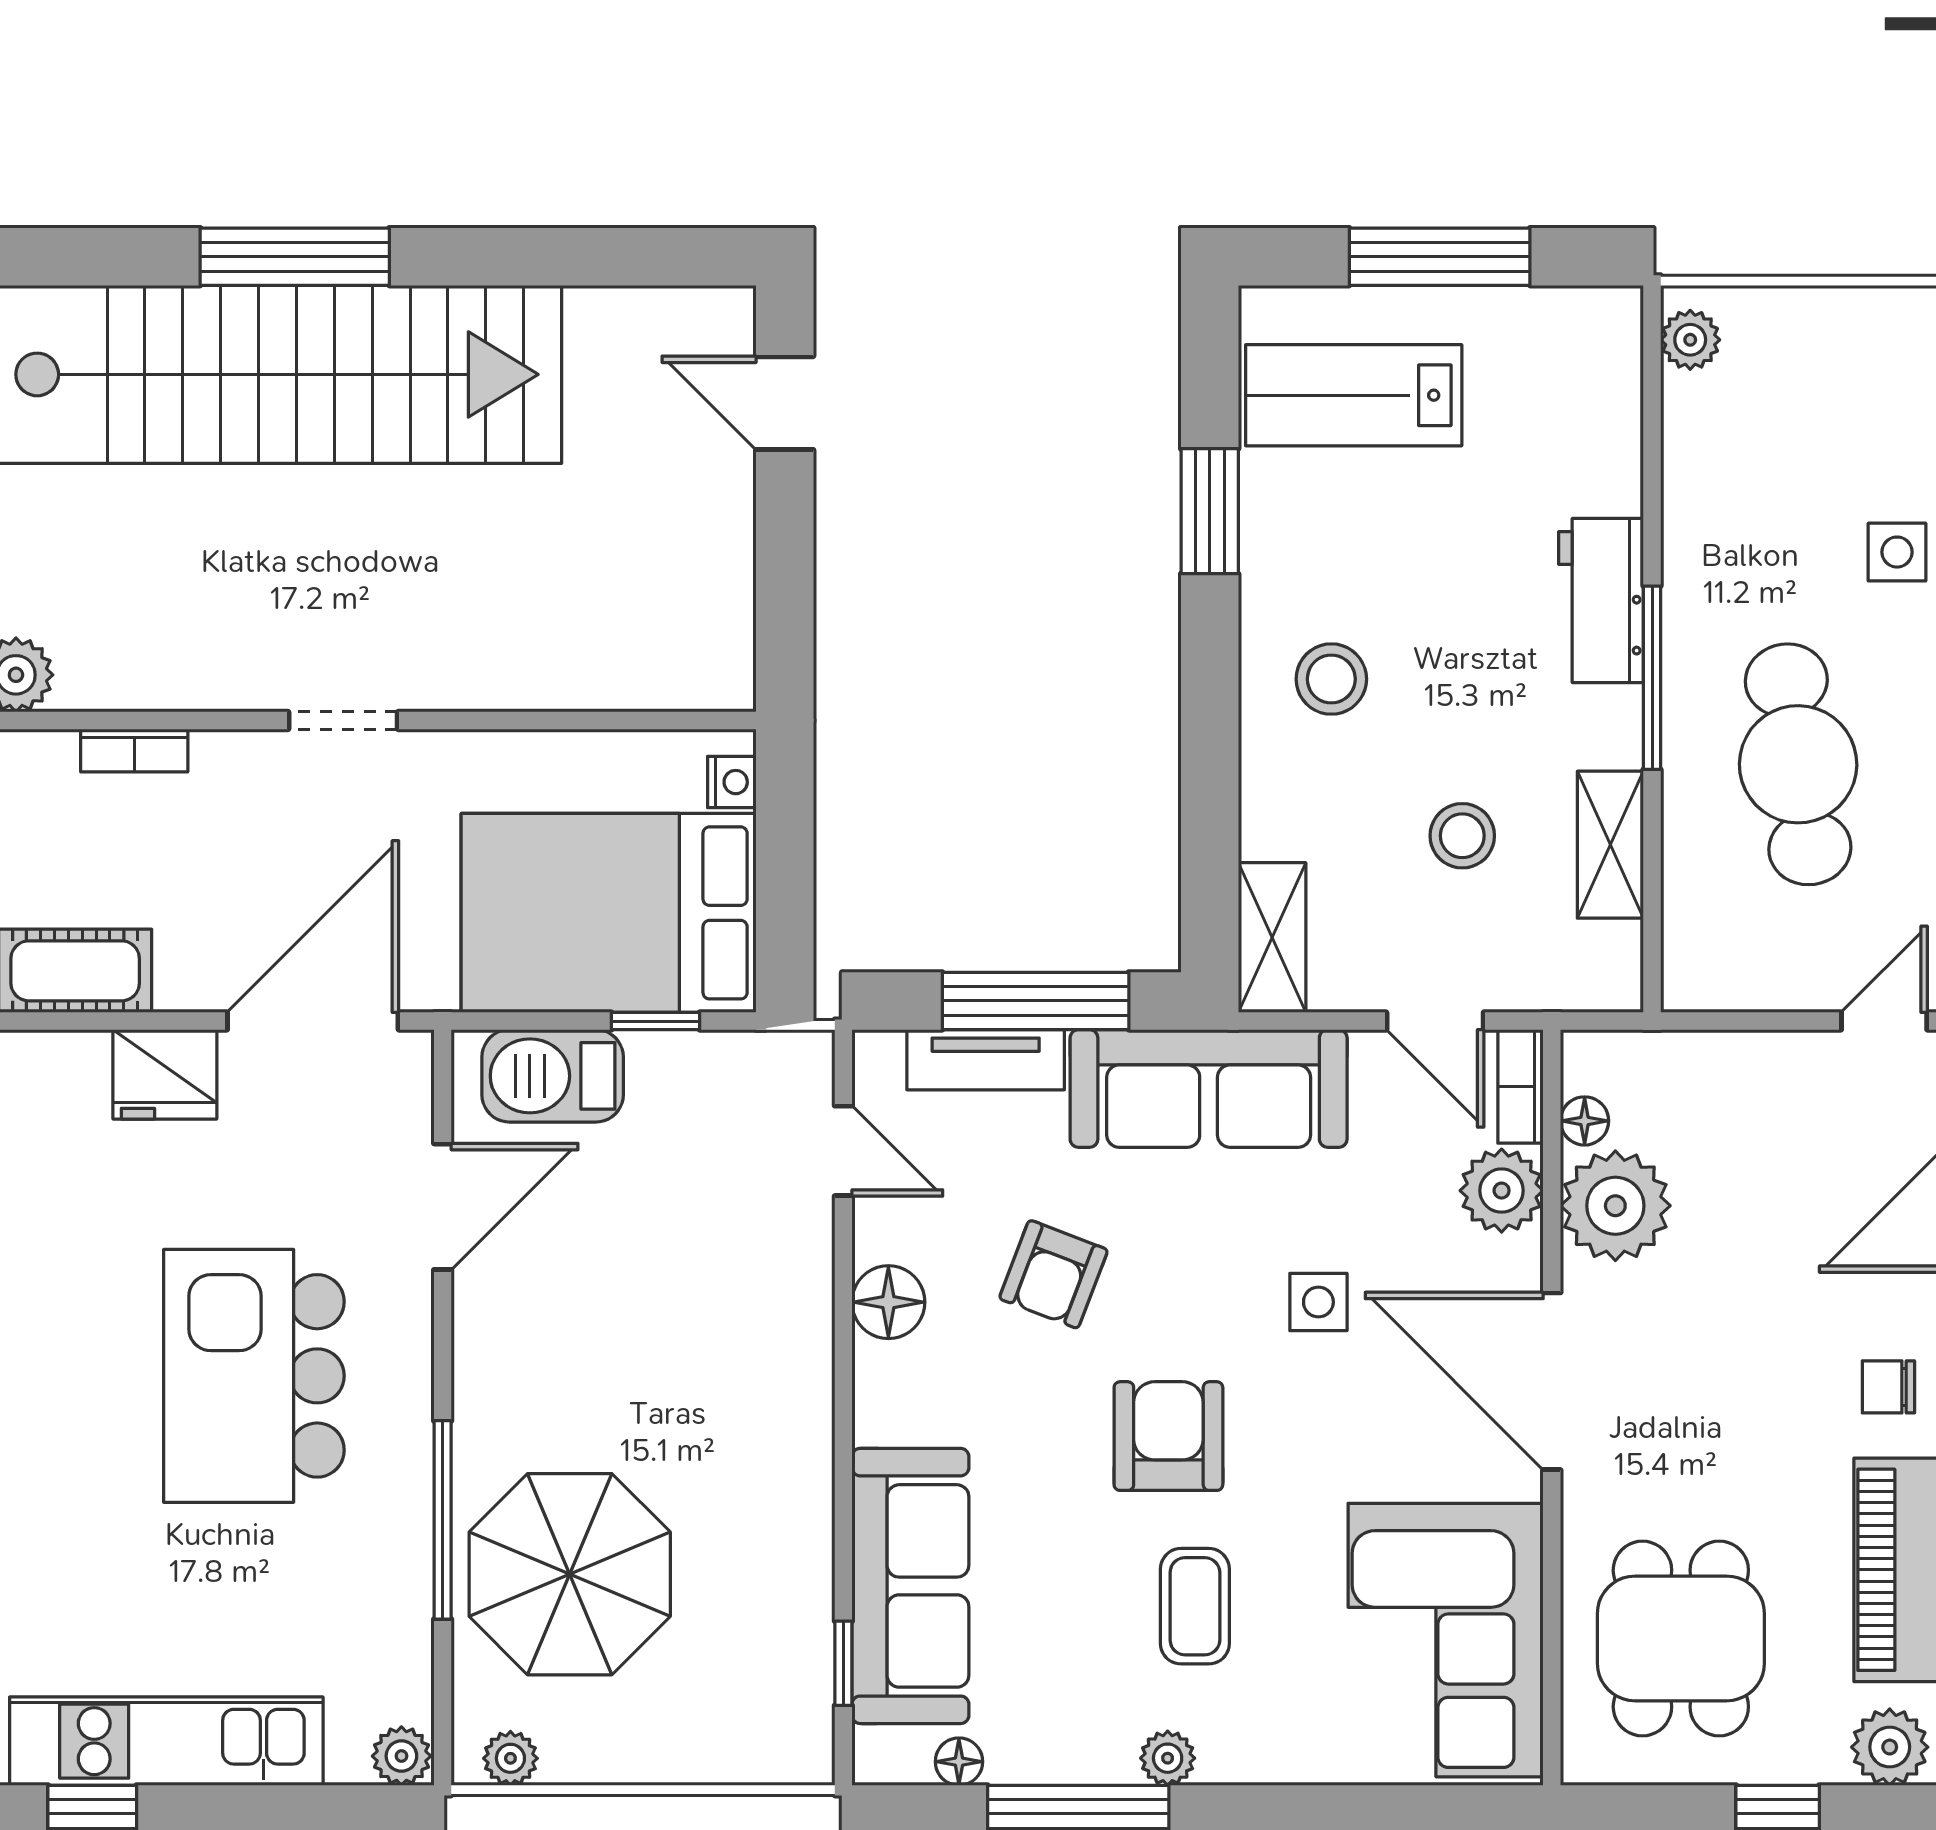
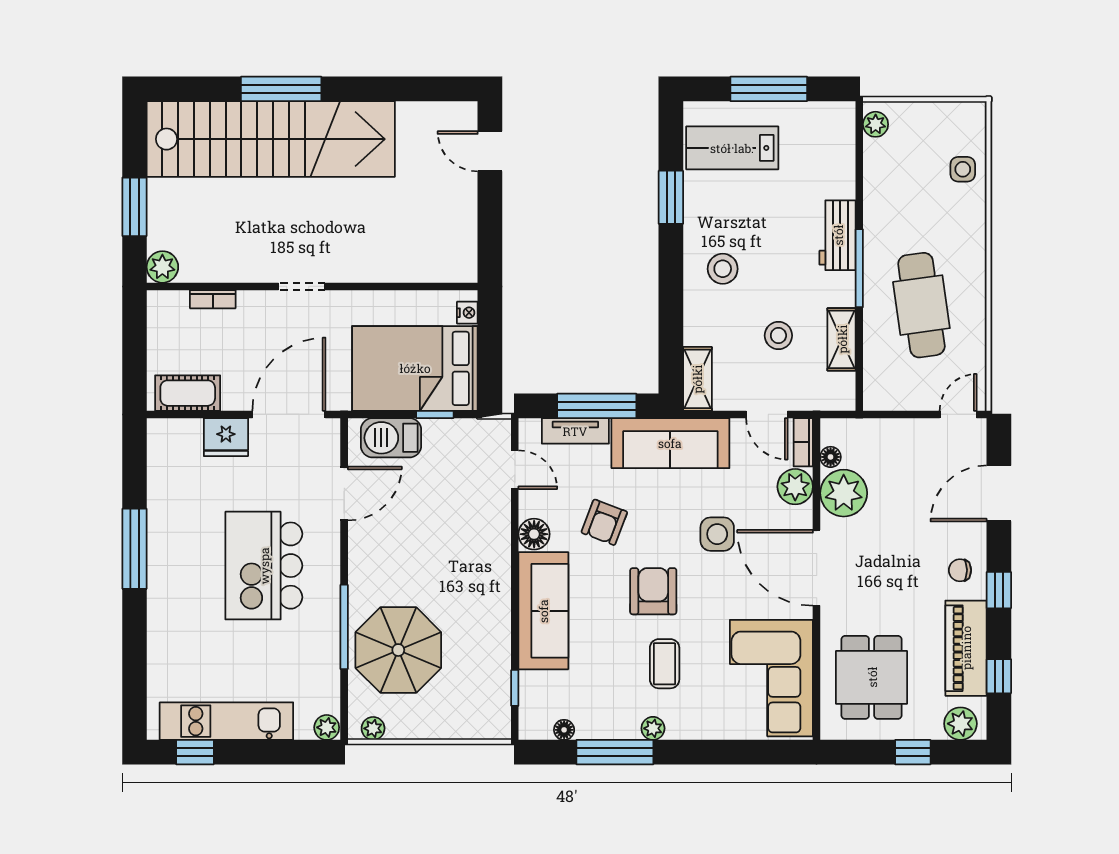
side table: (1897, 552) -> (963, 169), moved
side table: (1318, 1302) -> (717, 534), width x1.37, depth x1.37
sofa: (910, 1586) -> (543, 611), moved

